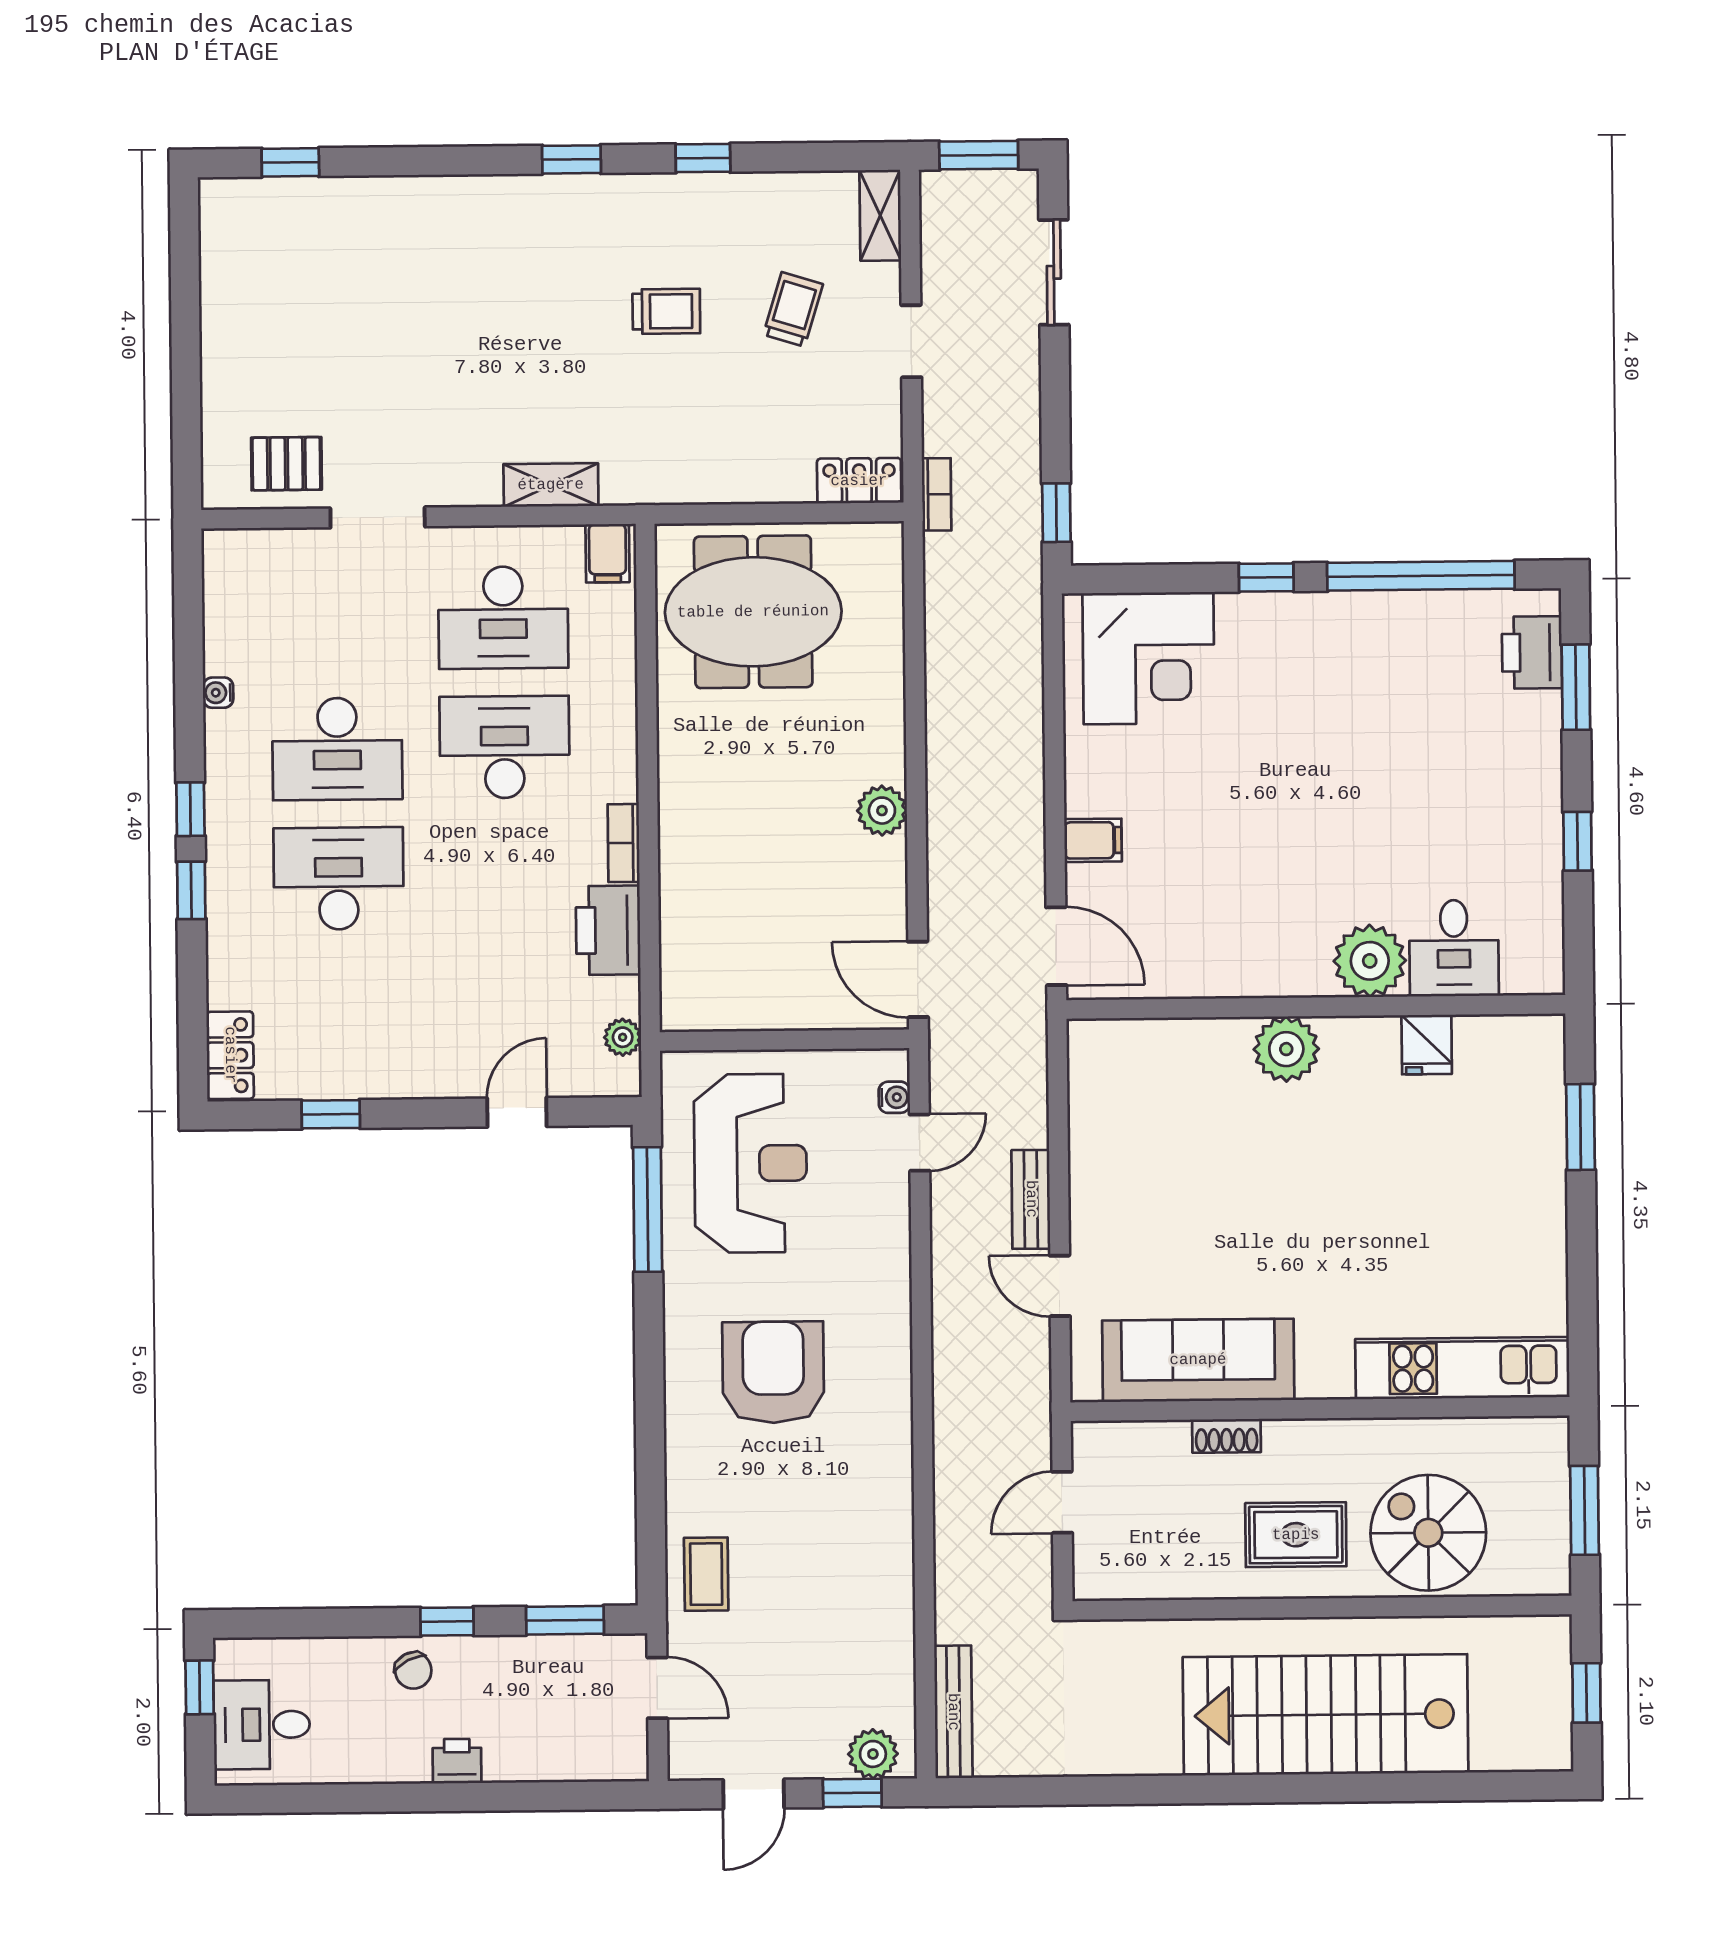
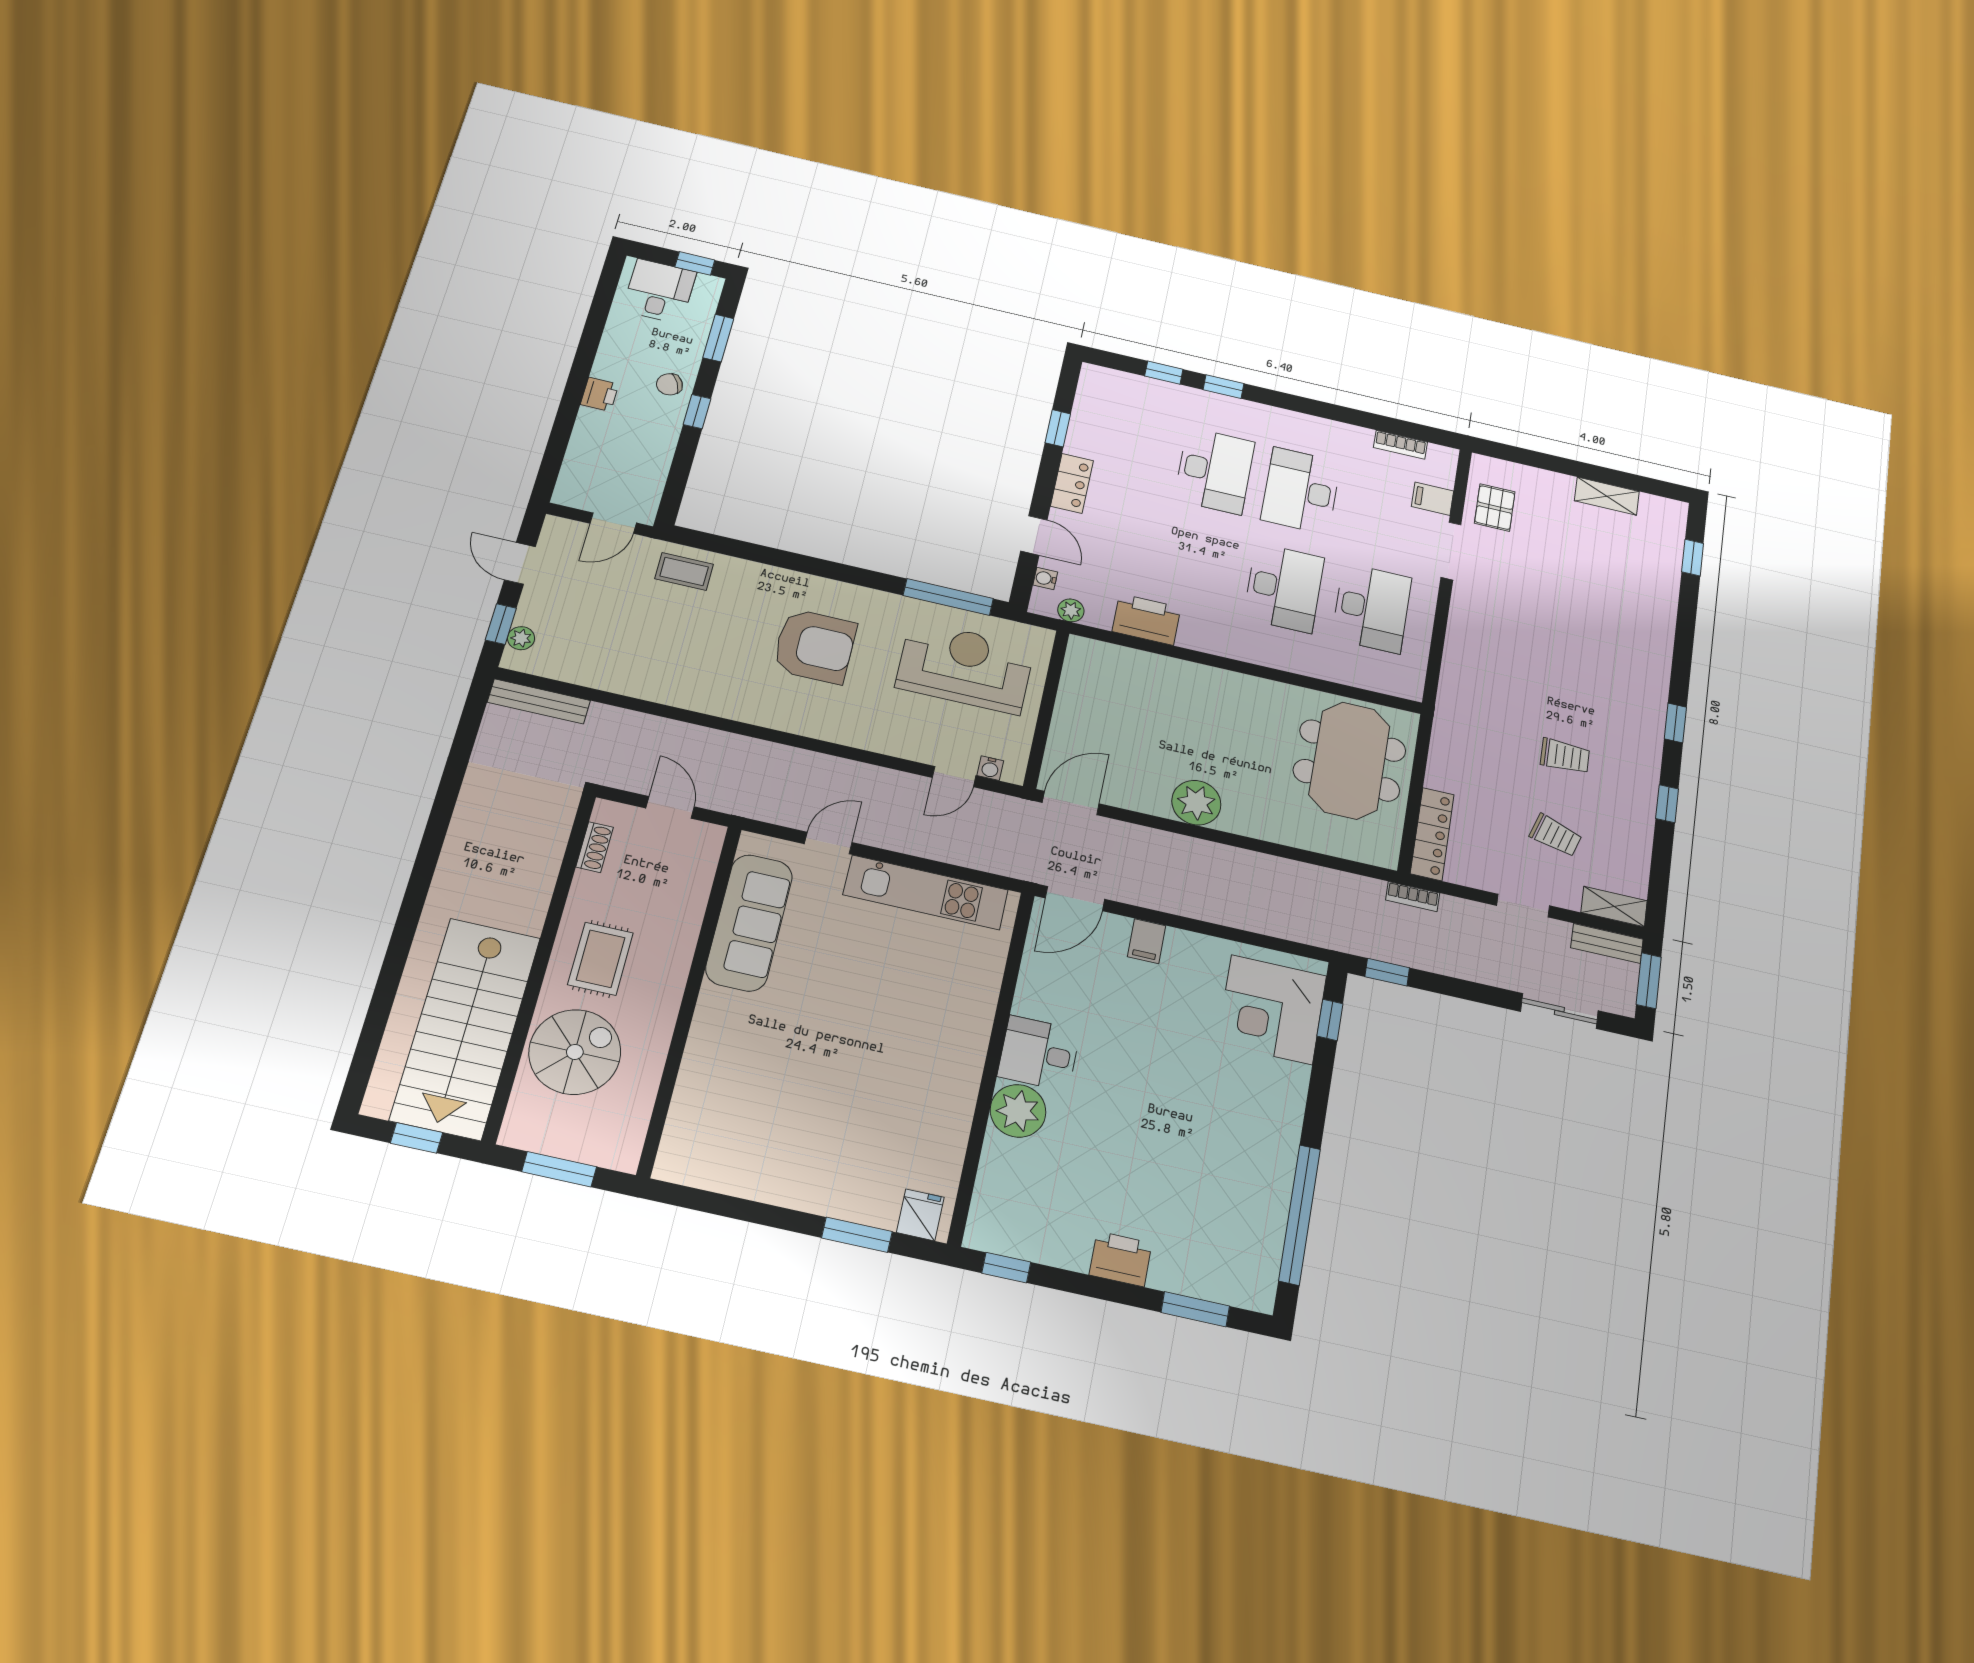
trolley: (666, 311) -> (1565, 756), turned -90
locker: (859, 481) -> (1432, 834), width x1.53
shelving: (551, 485) -> (1607, 496), moved, turned 90
filing cabinet: (607, 553) -> (1433, 499), moved
window: (1266, 577) -> (1330, 1020), moved
desk: (503, 618) -> (1372, 608), turned 180
printer: (1532, 652) -> (1121, 1259), moved
water cooler: (218, 693) -> (1045, 578), moved, turned -90
window: (190, 809) -> (1164, 373), moved
plant: (882, 811) -> (1196, 803), width x1.36, depth x1.36
window: (1578, 841) -> (1006, 1268), moved
bookcase: (624, 843) -> (1400, 445), moved, turned 180
desk: (1454, 948) -> (1039, 1053), moved
fridge: (1427, 1045) -> (920, 1215), moved, turned 90
plant: (1286, 1049) -> (965, 1037), removed
locker: (230, 1055) -> (1072, 483), moved, turned -90
door: (920, 1143) -> (954, 777), hinge flipped
reception desk: (750, 1163) -> (965, 667), turned 180
bench: (1031, 1199) -> (1607, 943), moved
kitchen unit: (1462, 1368) -> (926, 892), moved, turned 90
shoe rack: (1227, 1436) -> (594, 847), moved, turned 180
window: (565, 1620) -> (718, 338), moved
stairs: (1326, 1715) -> (466, 1028), moved, turned 180
plant: (873, 1754) -> (521, 638), width x0.73, depth x0.73

